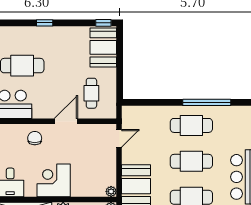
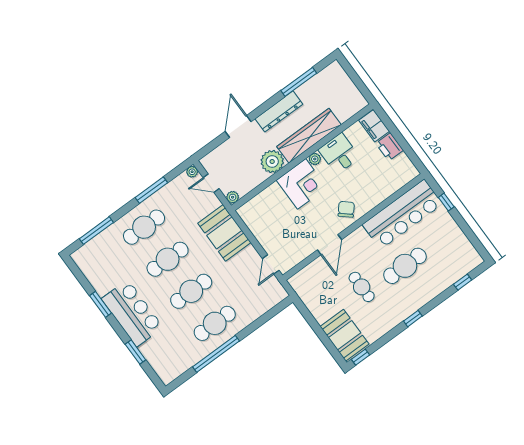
cafe table: (91, 93) -> (362, 287), moved
chair: (35, 138) -> (346, 209), turned -139
plant: (111, 191) -> (315, 159), moved

